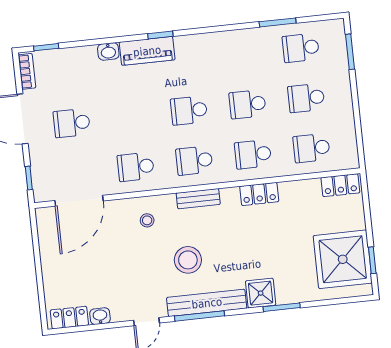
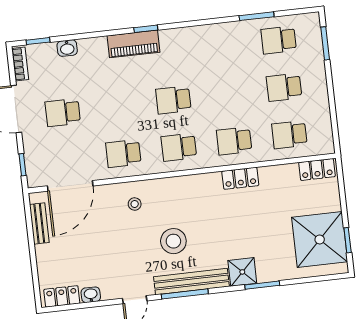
washbasin: (108, 51) -> (67, 48), moved
school desk: (248, 104) -> (229, 94), removed
bench: (198, 199) -> (39, 223), moved, turned 90

